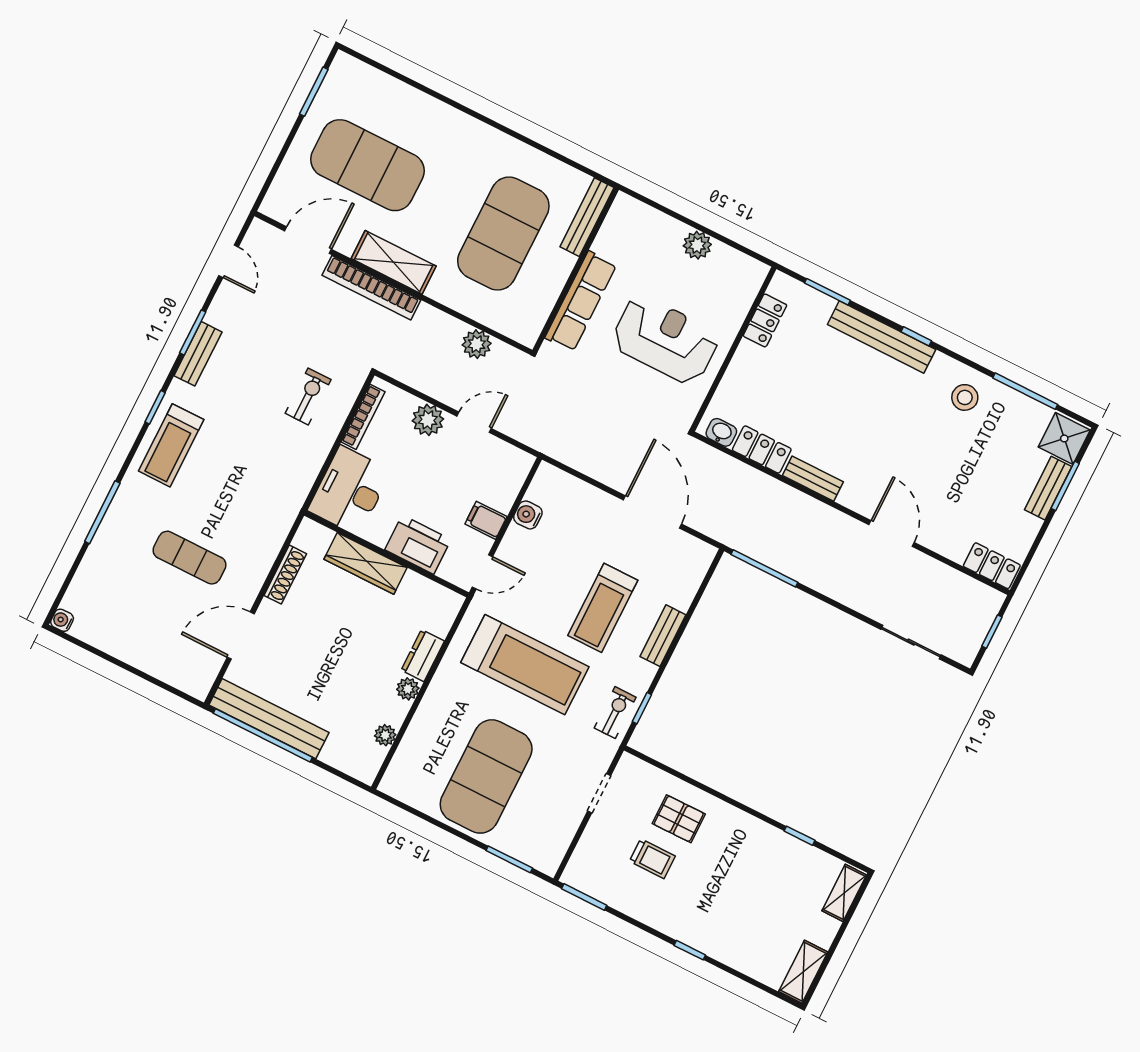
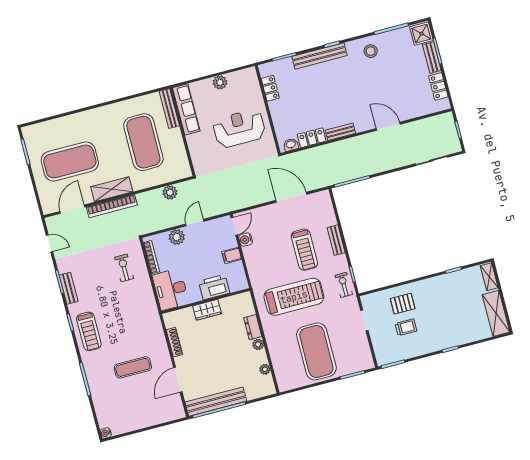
row of seats: (581, 301) -> (186, 109), moved
wardrobe: (366, 563) -> (207, 310), width x0.67
locker: (992, 566) -> (438, 86), moved, turned -90
door: (482, 572) -> (234, 226), moved
shelving: (803, 972) -> (496, 313), width x1.50, depth x1.33

